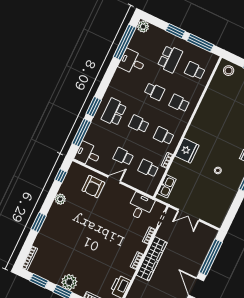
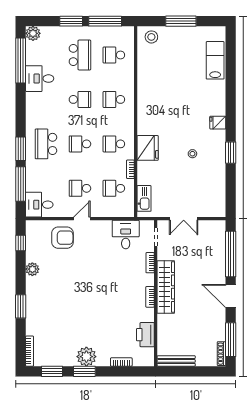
armchair: (93, 187) -> (63, 238), turned -90

